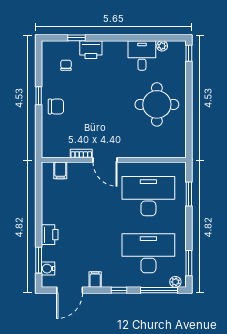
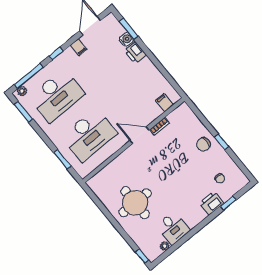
water cooler: (48, 269) -> (126, 39), moved

